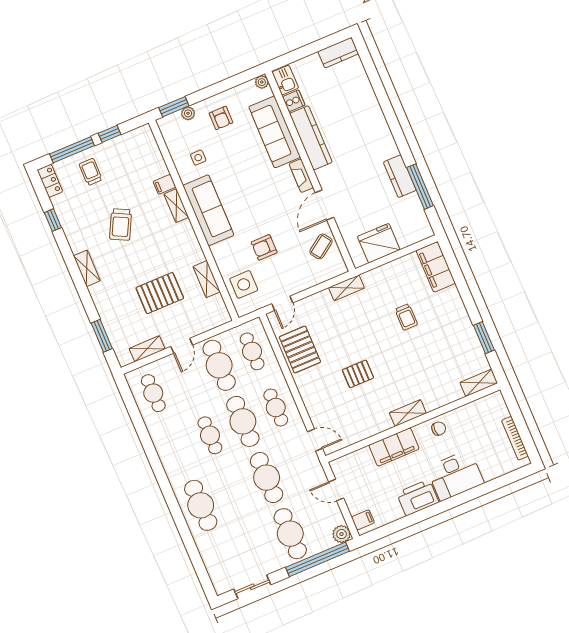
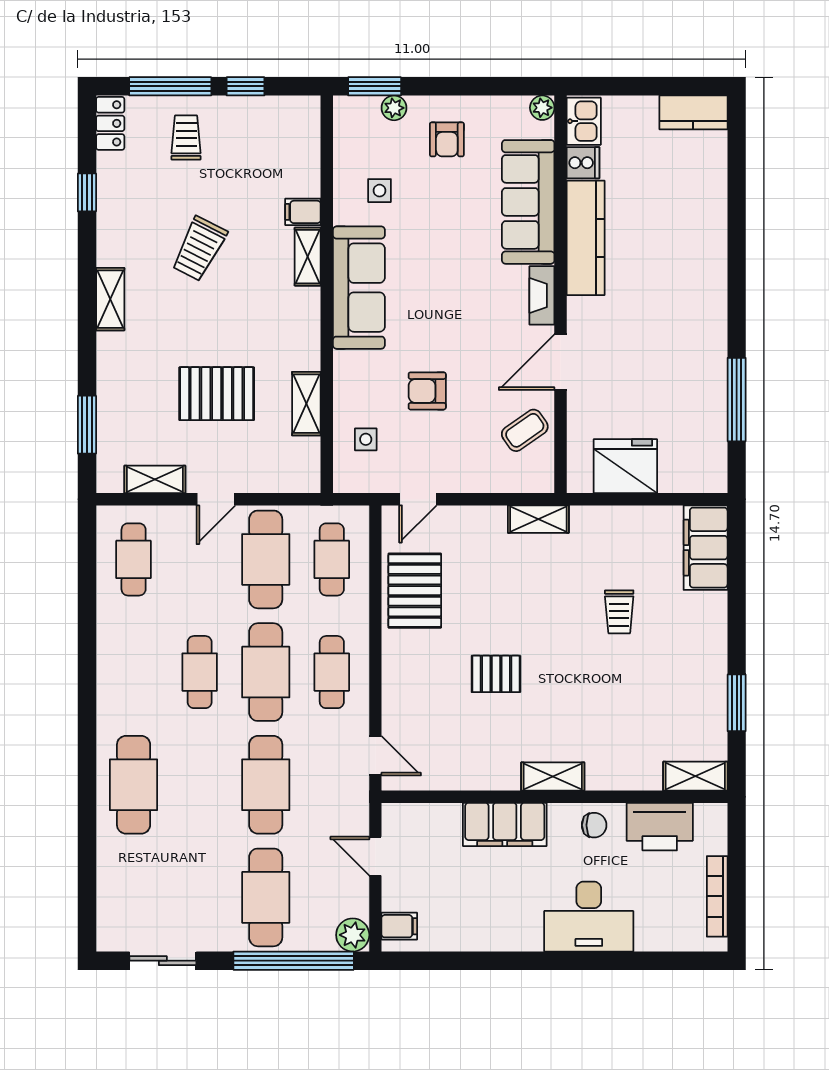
kitchen counter: (400, 176) -> (709, 367), removed
side table: (244, 284) -> (366, 439), width x0.54, depth x0.54
printer: (418, 498) -> (660, 827), moved, turned 180

